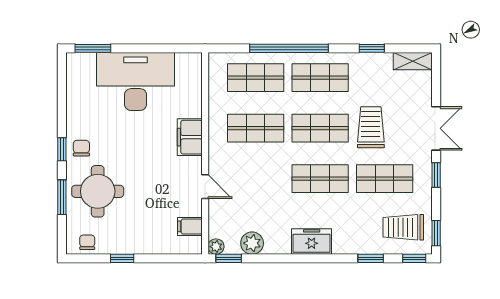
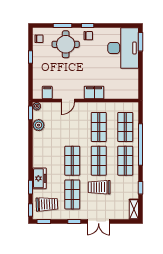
desk: (136, 81) -> (123, 48), moved
trolley: (371, 127) -> (99, 187), turned 180
trolley: (403, 227) -> (47, 204), turned 88
freezer: (312, 241) -> (39, 178), moved

